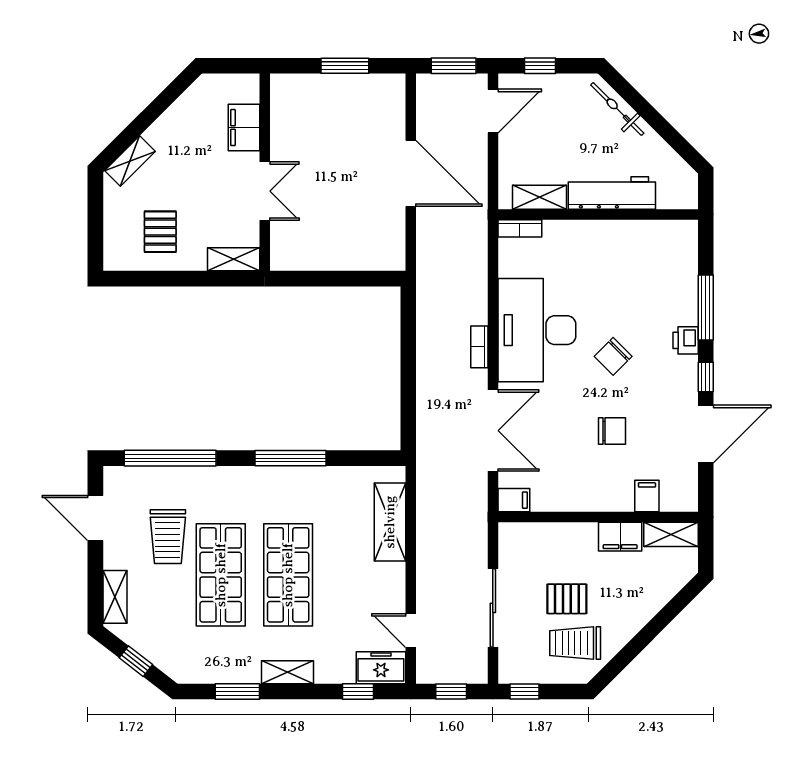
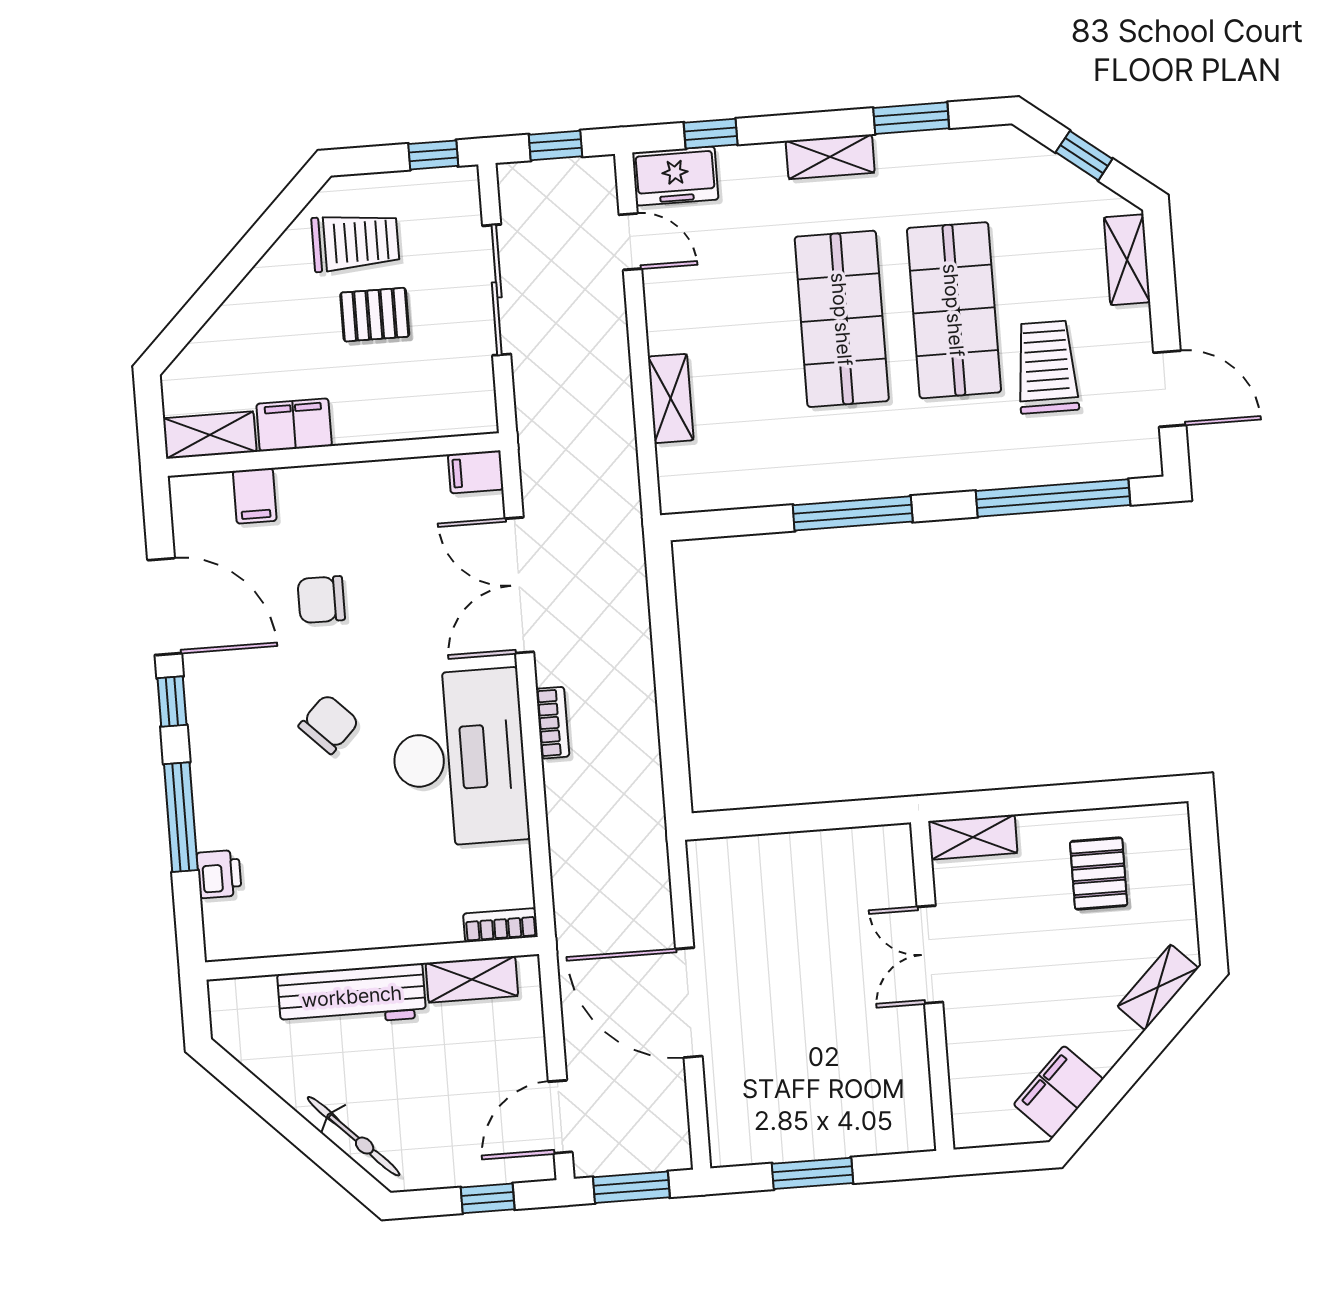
filing cabinet: (244, 128) -> (1058, 1092), moved, turned -135
printer: (686, 340) -> (219, 874), moved
door: (706, 434) -> (165, 607), swing flipped
shelving: (390, 522) -> (671, 398), width x0.67, depth x0.75

